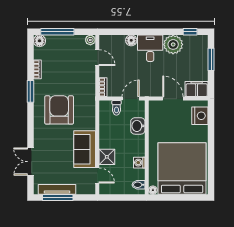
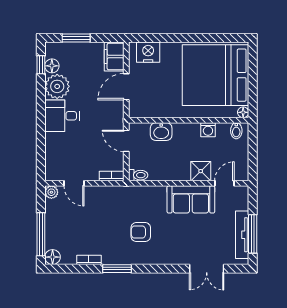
floor lamp: (131, 40) -> (52, 66), moved
door: (97, 58) -> (74, 183), swing flipped
toilet: (116, 108) -> (138, 175), moved
armchair: (59, 110) -> (141, 232), width x0.53, depth x0.53

